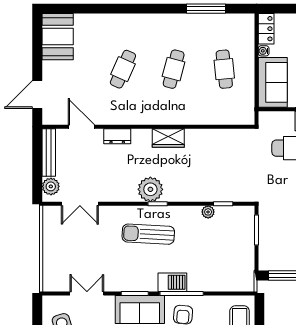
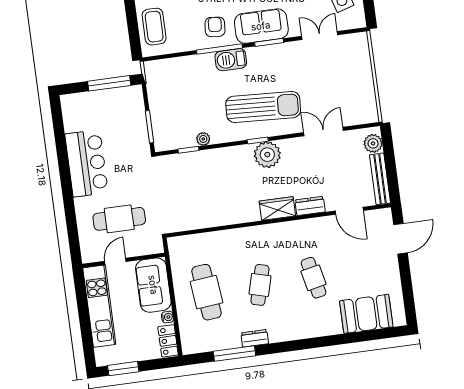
dresser: (185, 20) -> (255, 338), added
booth: (58, 37) -> (366, 314), moved, turned 90
cafe table: (123, 69) -> (313, 278), turned -36
cafe table: (224, 69) -> (206, 292), width x1.37, depth x1.35
wardrobe: (168, 138) -> (277, 208), moved
double door: (80, 204) -> (323, 132), moved
sun lounger: (148, 234) -> (263, 107), width x1.36, depth x1.34
double door: (87, 293) -> (320, 36), swing flipped

